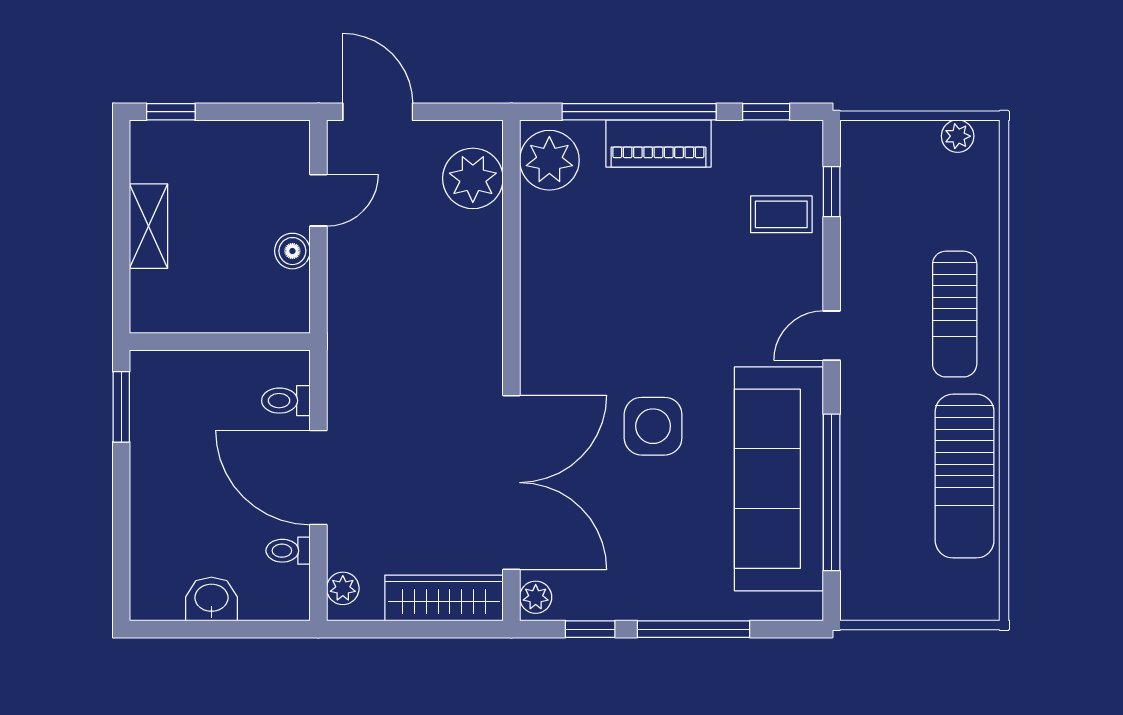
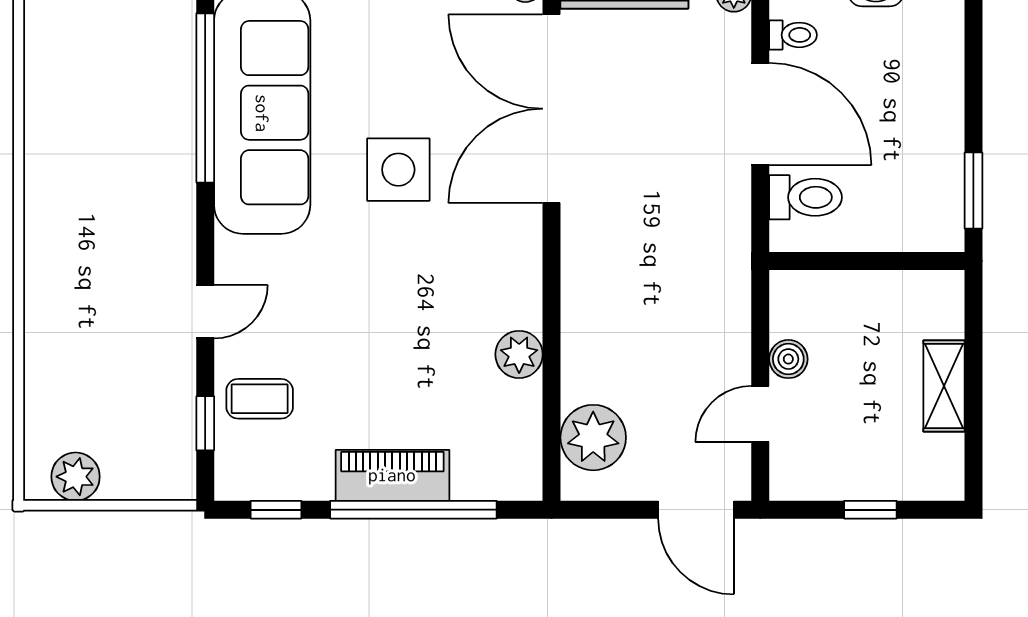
window: (171, 112) -> (870, 510), moved
plant: (958, 136) -> (76, 477), width x1.38, depth x1.38
plant: (549, 160) -> (519, 354), moved, width x0.73, depth x0.73
sun lounger: (955, 314) -> (72, 291), removed
door: (832, 336) -> (205, 312), moved
toilet: (286, 401) -> (806, 197), width x1.37, depth x1.39
sun lounger: (965, 476) -> (61, 116), removed

